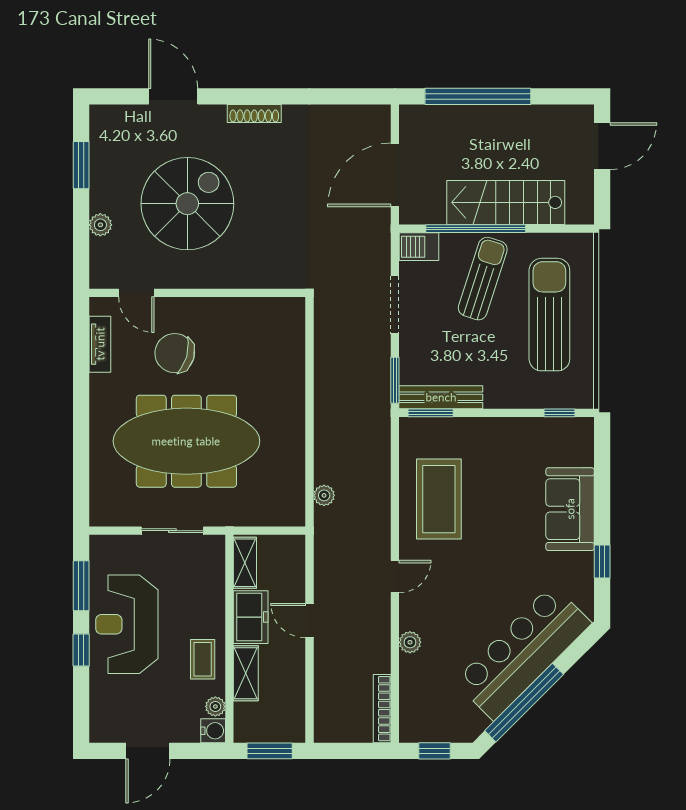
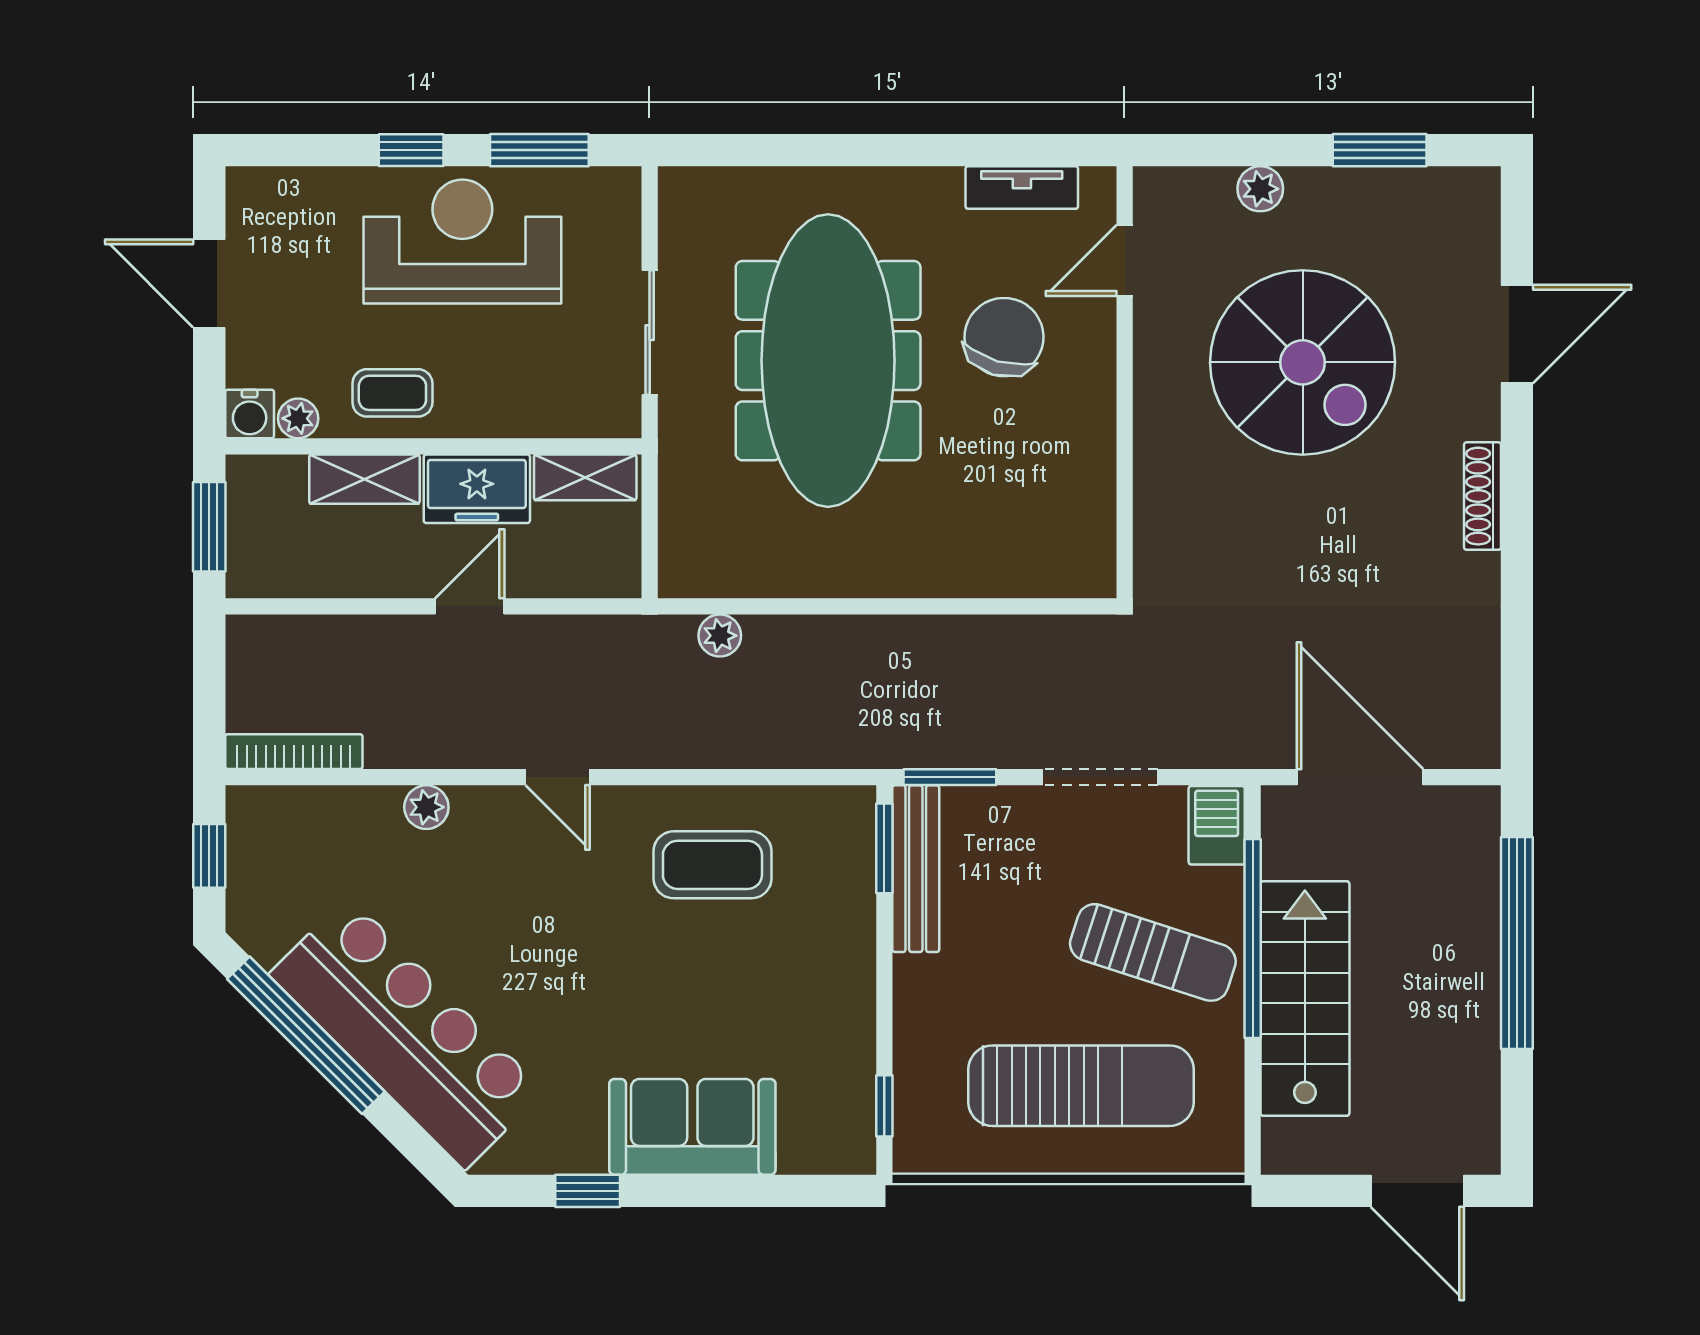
coffee table: (439, 499) -> (712, 865), width x0.73, depth x0.76

